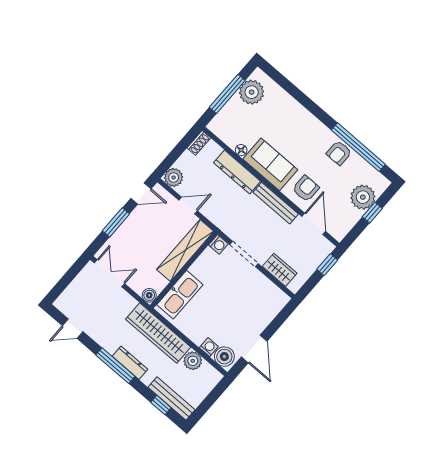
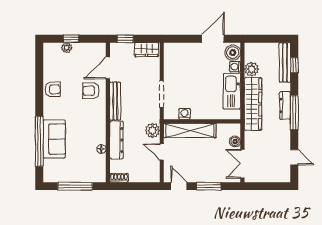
plant: (252, 92) -> (62, 173), removed
window: (358, 147) -> (39, 141), moved
sofa: (270, 164) -> (54, 139), moved, turned 180
plant: (174, 177) -> (152, 130), moved
plant: (363, 197) -> (67, 48), width x0.53, depth x0.53
washing machine: (218, 244) -> (185, 114), moved
wardrobe: (280, 270) -> (147, 50), moved, turned -90
boiler: (149, 295) -> (235, 142), moved
kitchen sink: (180, 295) -> (232, 91), moved, turned -90

